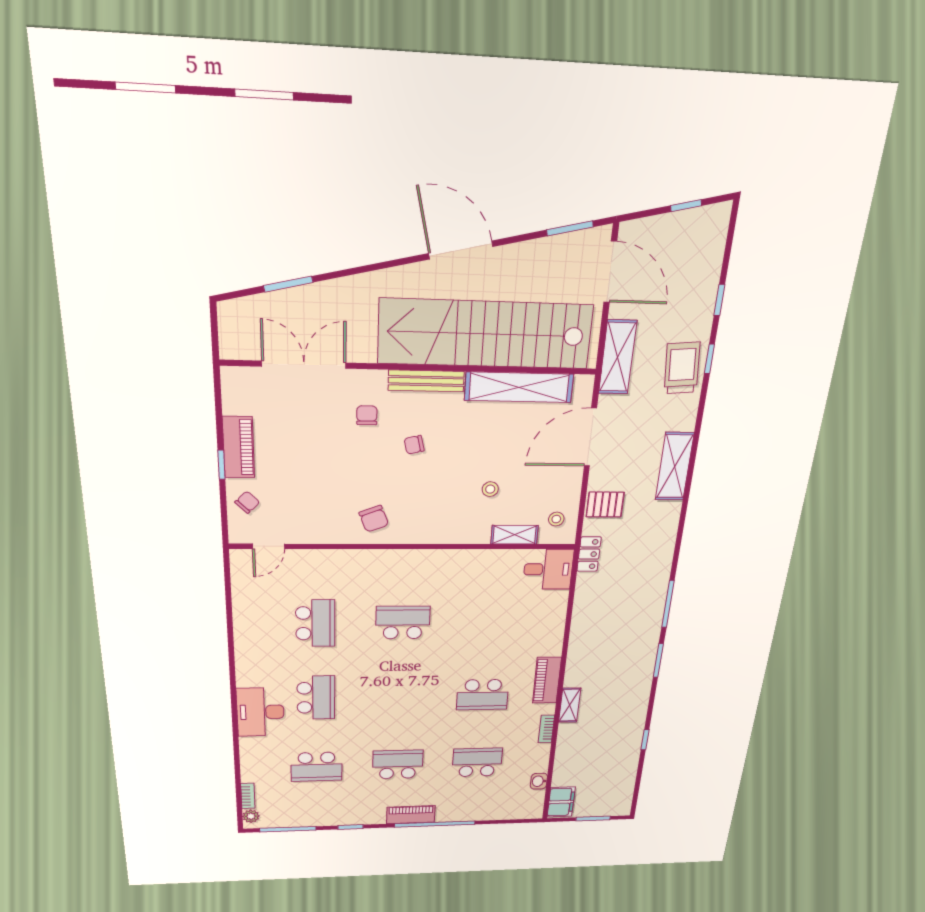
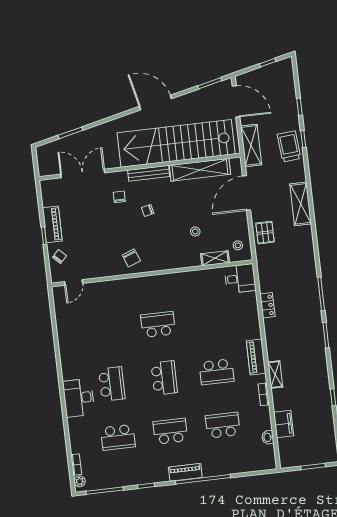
pallet: (605, 504) -> (265, 233), turned 90
locker: (589, 554) -> (267, 305), moved
school desk: (315, 623) -> (164, 378), moved
filing cabinet: (561, 802) -> (284, 424), moved

